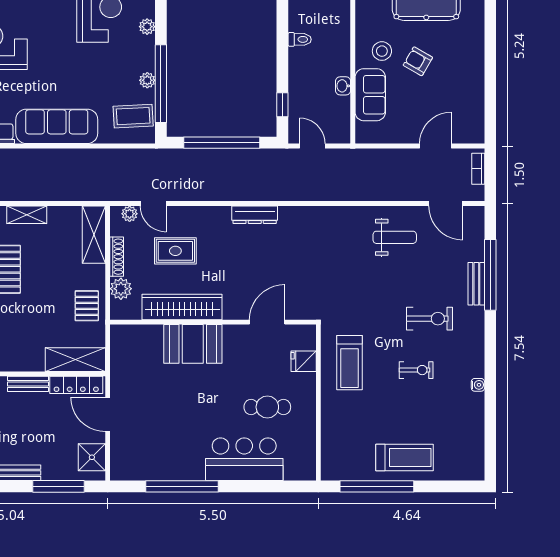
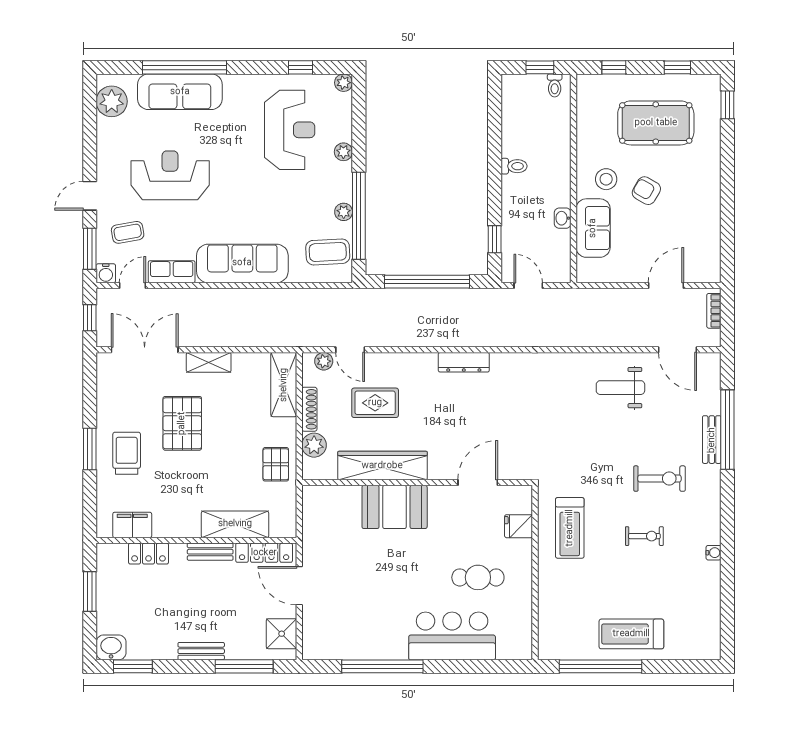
weight bench: (395, 237) -> (620, 388), turned 180
shelving: (75, 360) -> (235, 524), moved
treadmill: (404, 457) -> (631, 634), turned 180

